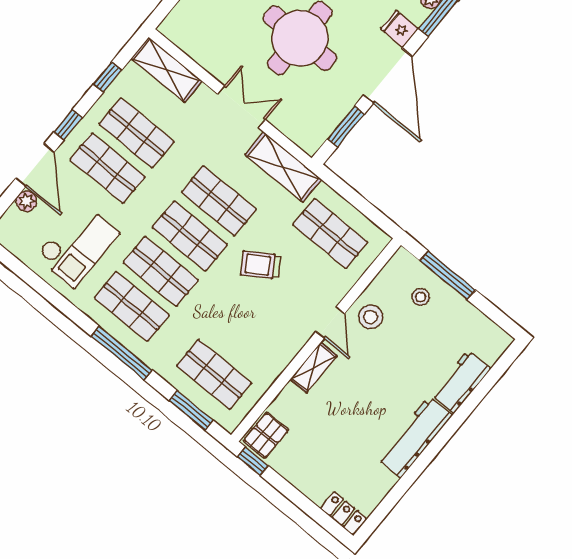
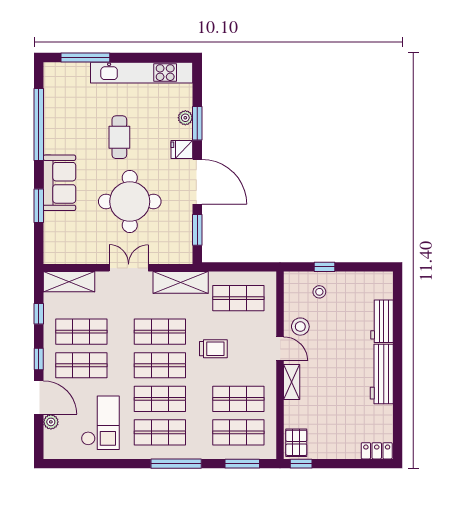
trolley: (260, 265) -> (213, 349), turned -147
window: (448, 275) -> (325, 267), width x0.46
shop shelf: (243, 339) -> (238, 399), added

